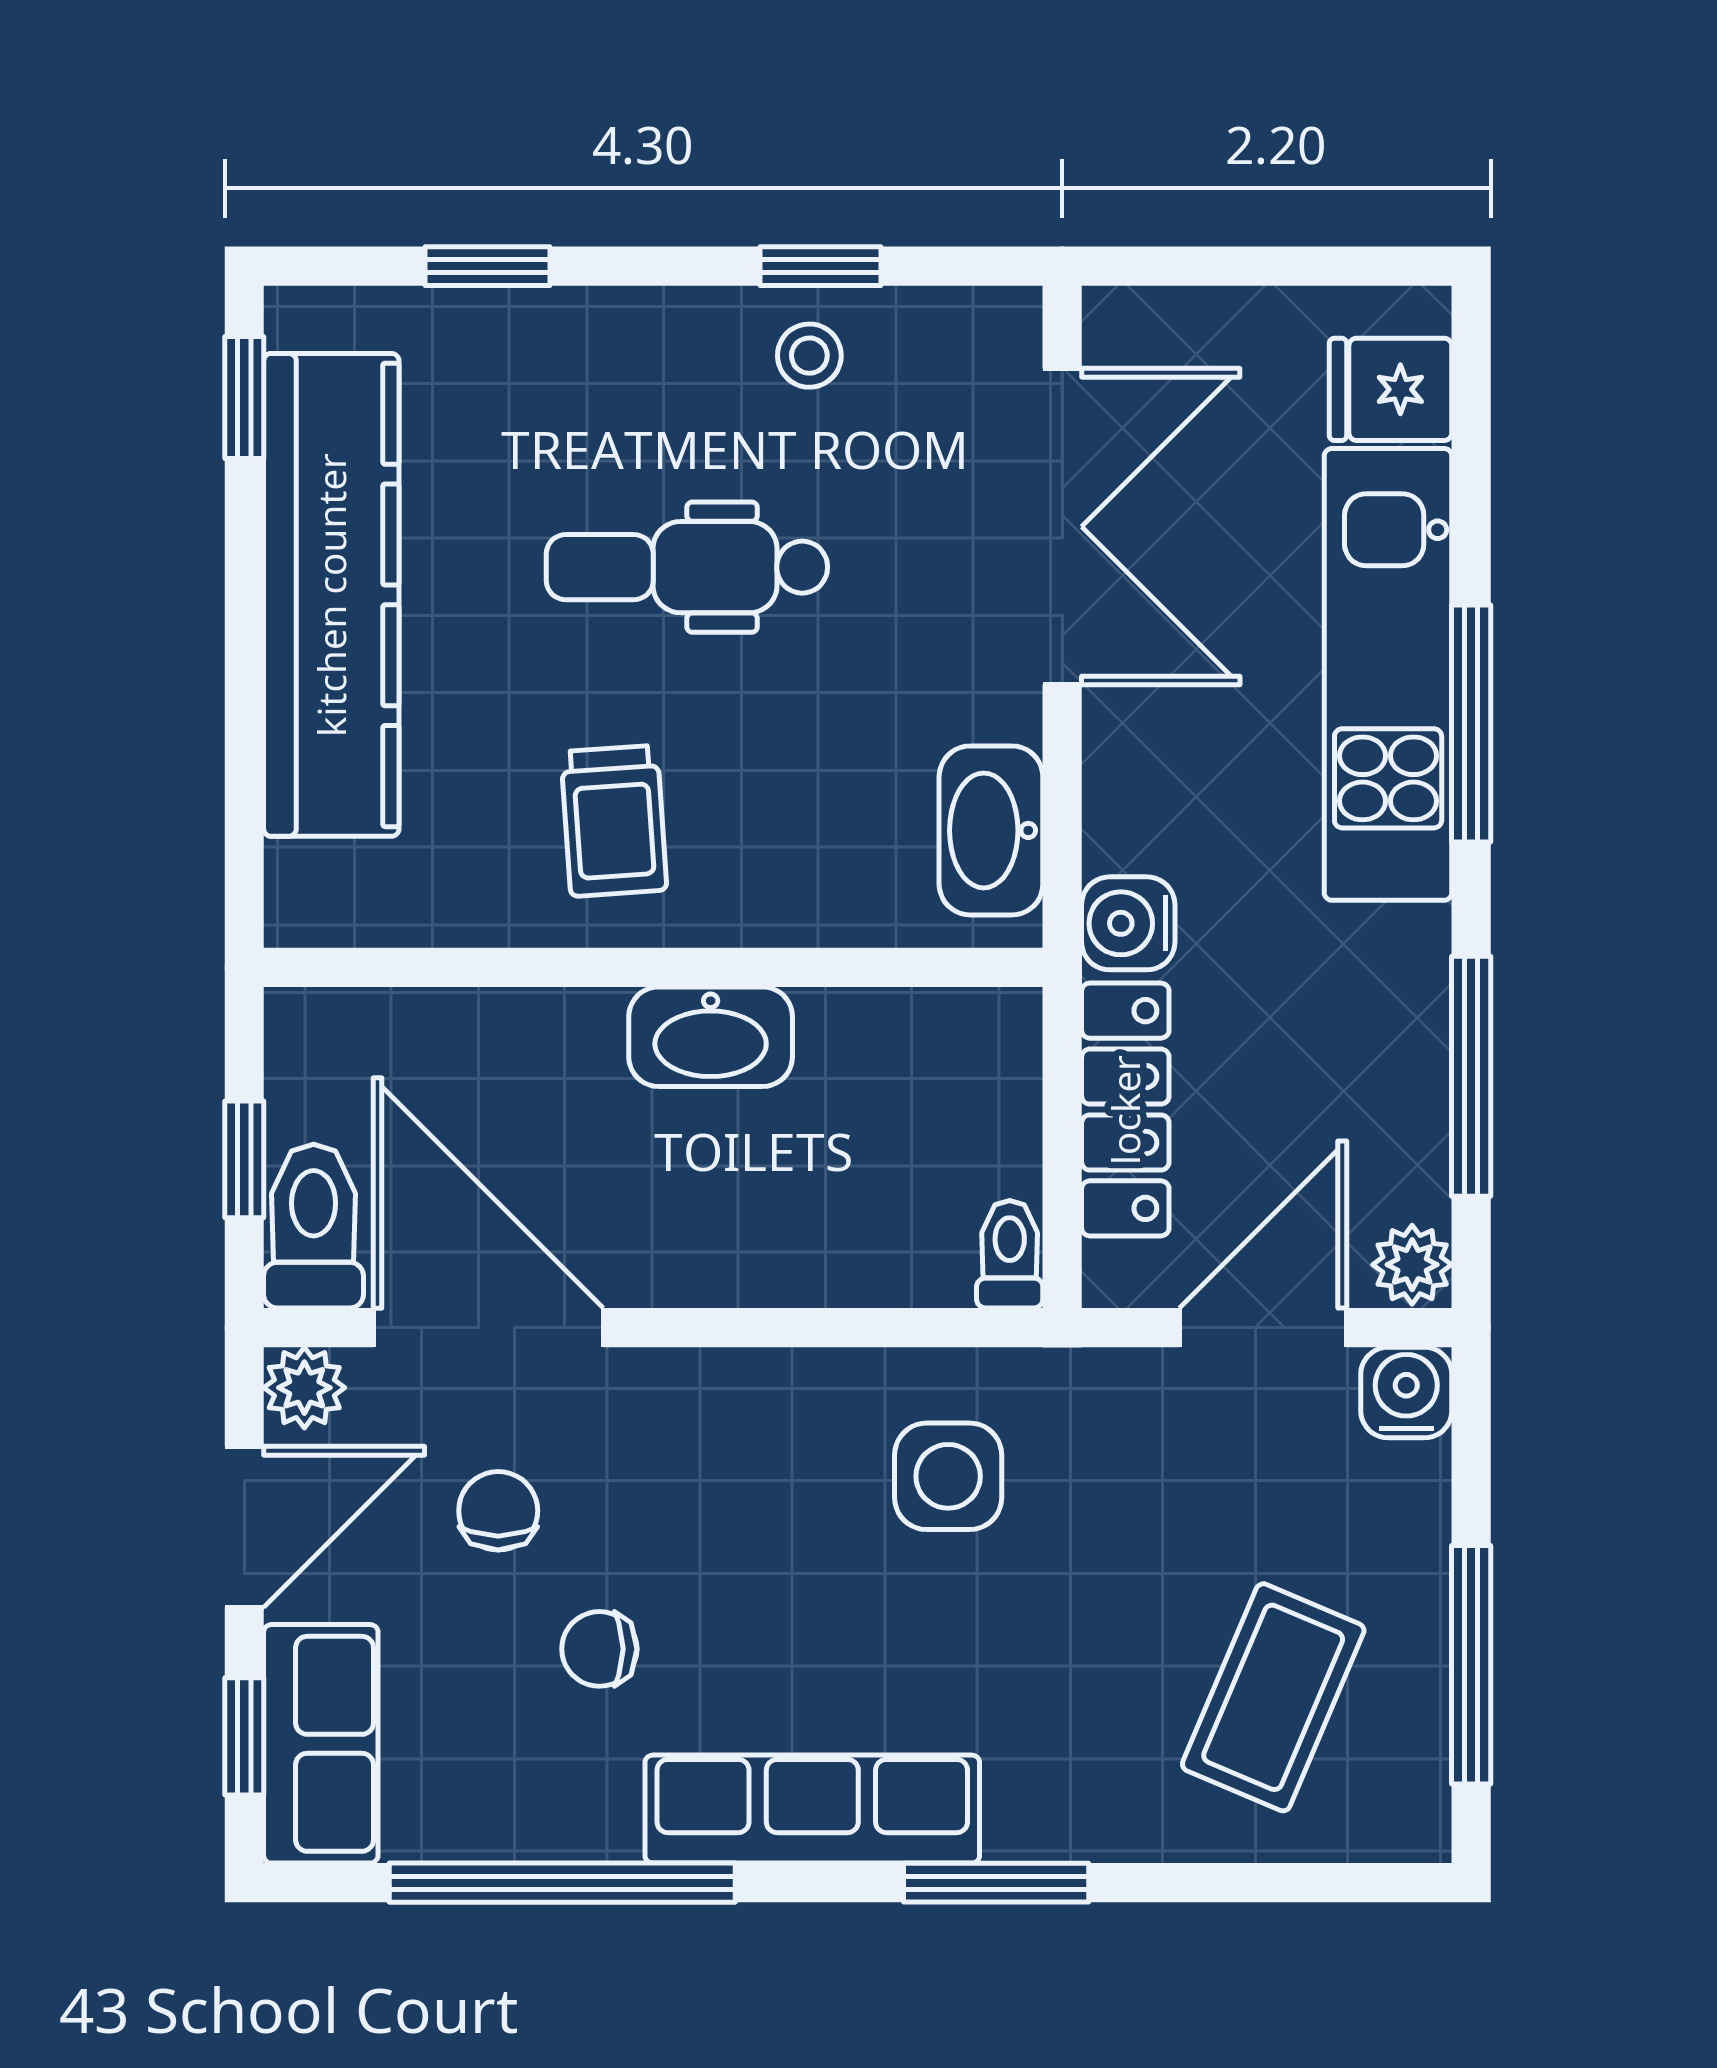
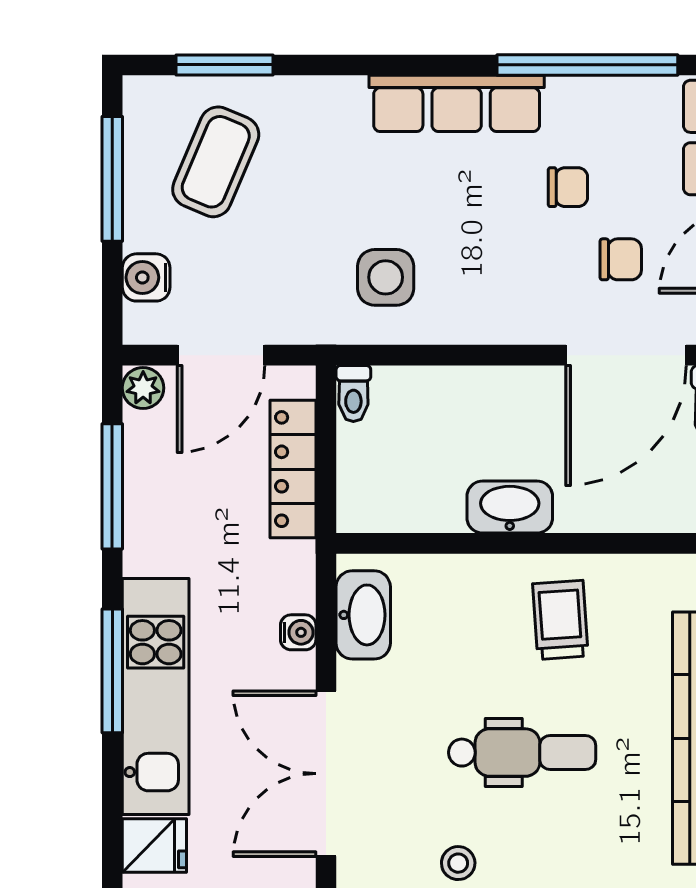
water cooler: (1128, 923) -> (298, 632), moved, width x0.72, depth x0.72
door: (488, 1328) -> (626, 355), hinge flipped
water cooler: (1406, 1393) -> (146, 277), moved, turned 90
chair: (498, 1511) -> (621, 259), turned -90
window: (996, 1883) -> (224, 65), moved

